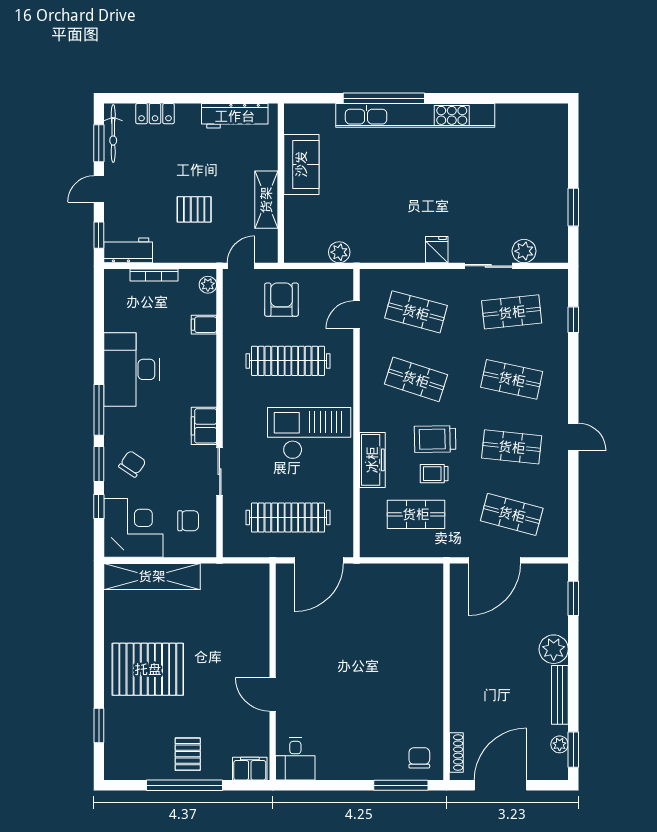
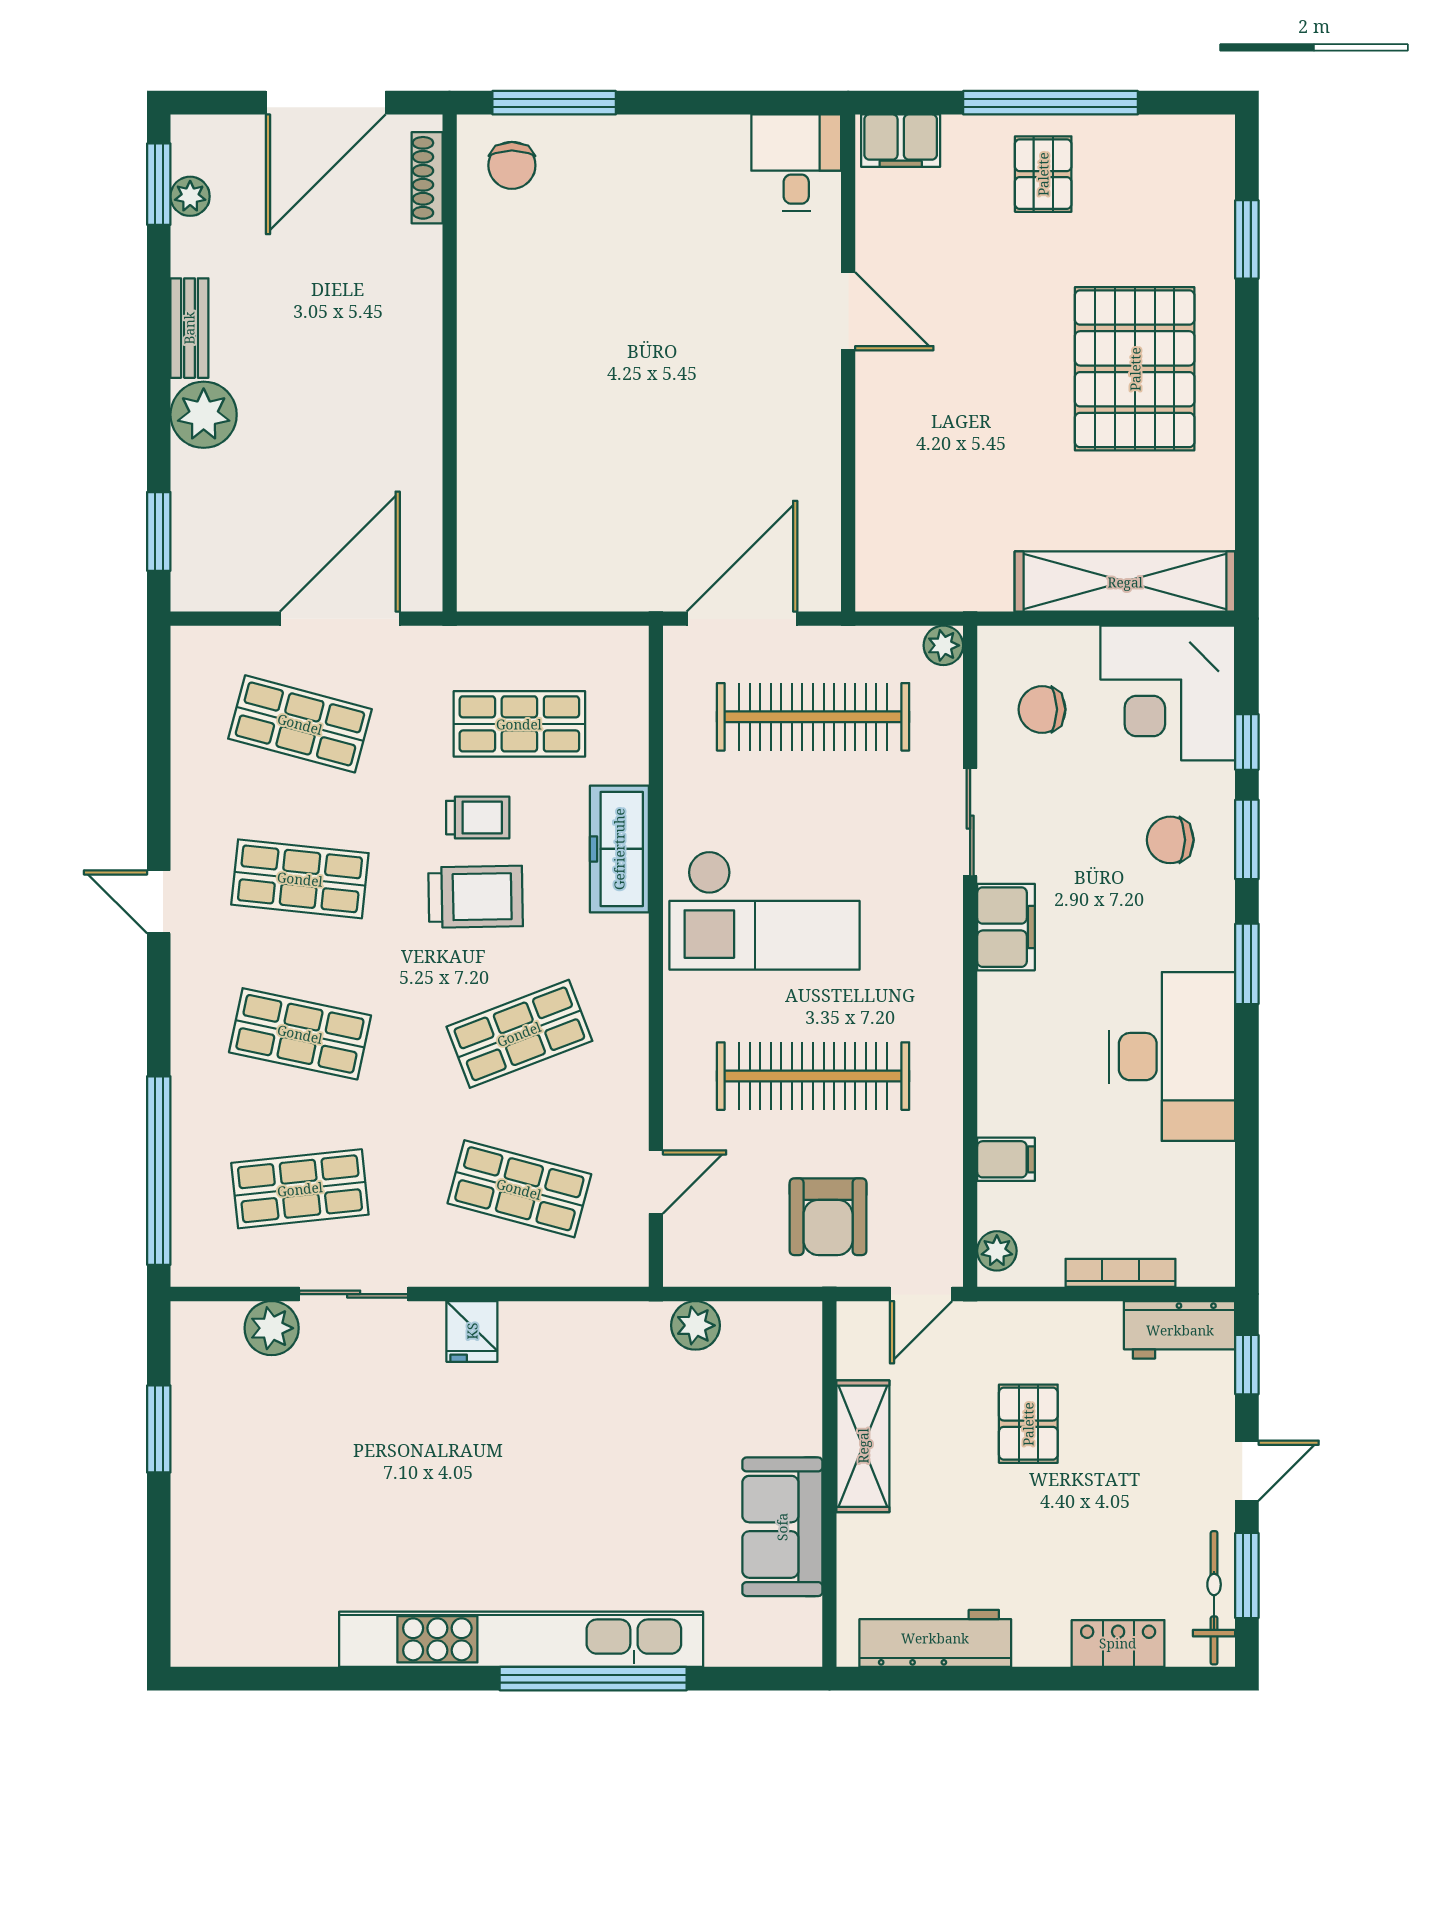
pallet: (194, 209) -> (1028, 1424), turned 90
window: (573, 320) -> (159, 1171), width x3.17
shop shelf: (416, 379) -> (519, 1034), turned -39
window: (99, 410) -> (1247, 964), width x0.69
chair: (132, 464) -> (1170, 840), turned 56
plant: (231, 549) -> (943, 645), added
pallet: (148, 669) -> (1135, 369), turned 90
bench: (560, 695) -> (189, 328), width x0.73

